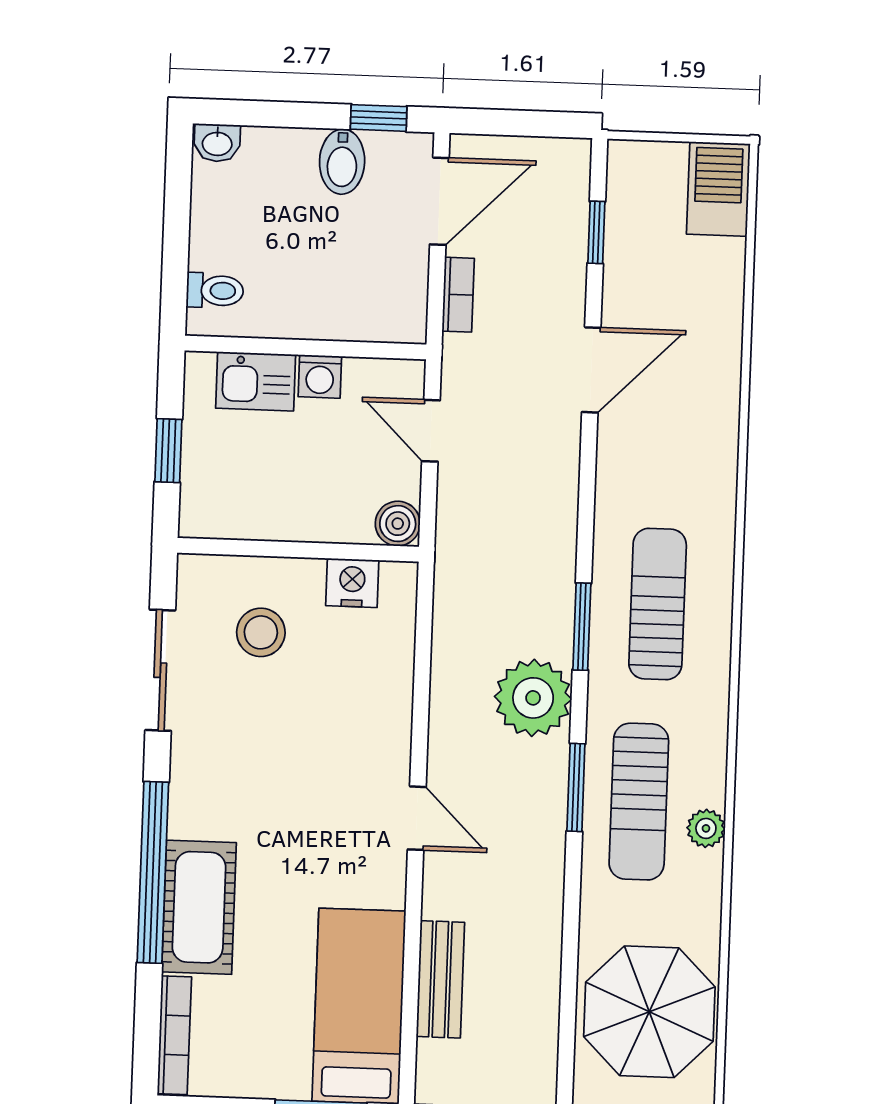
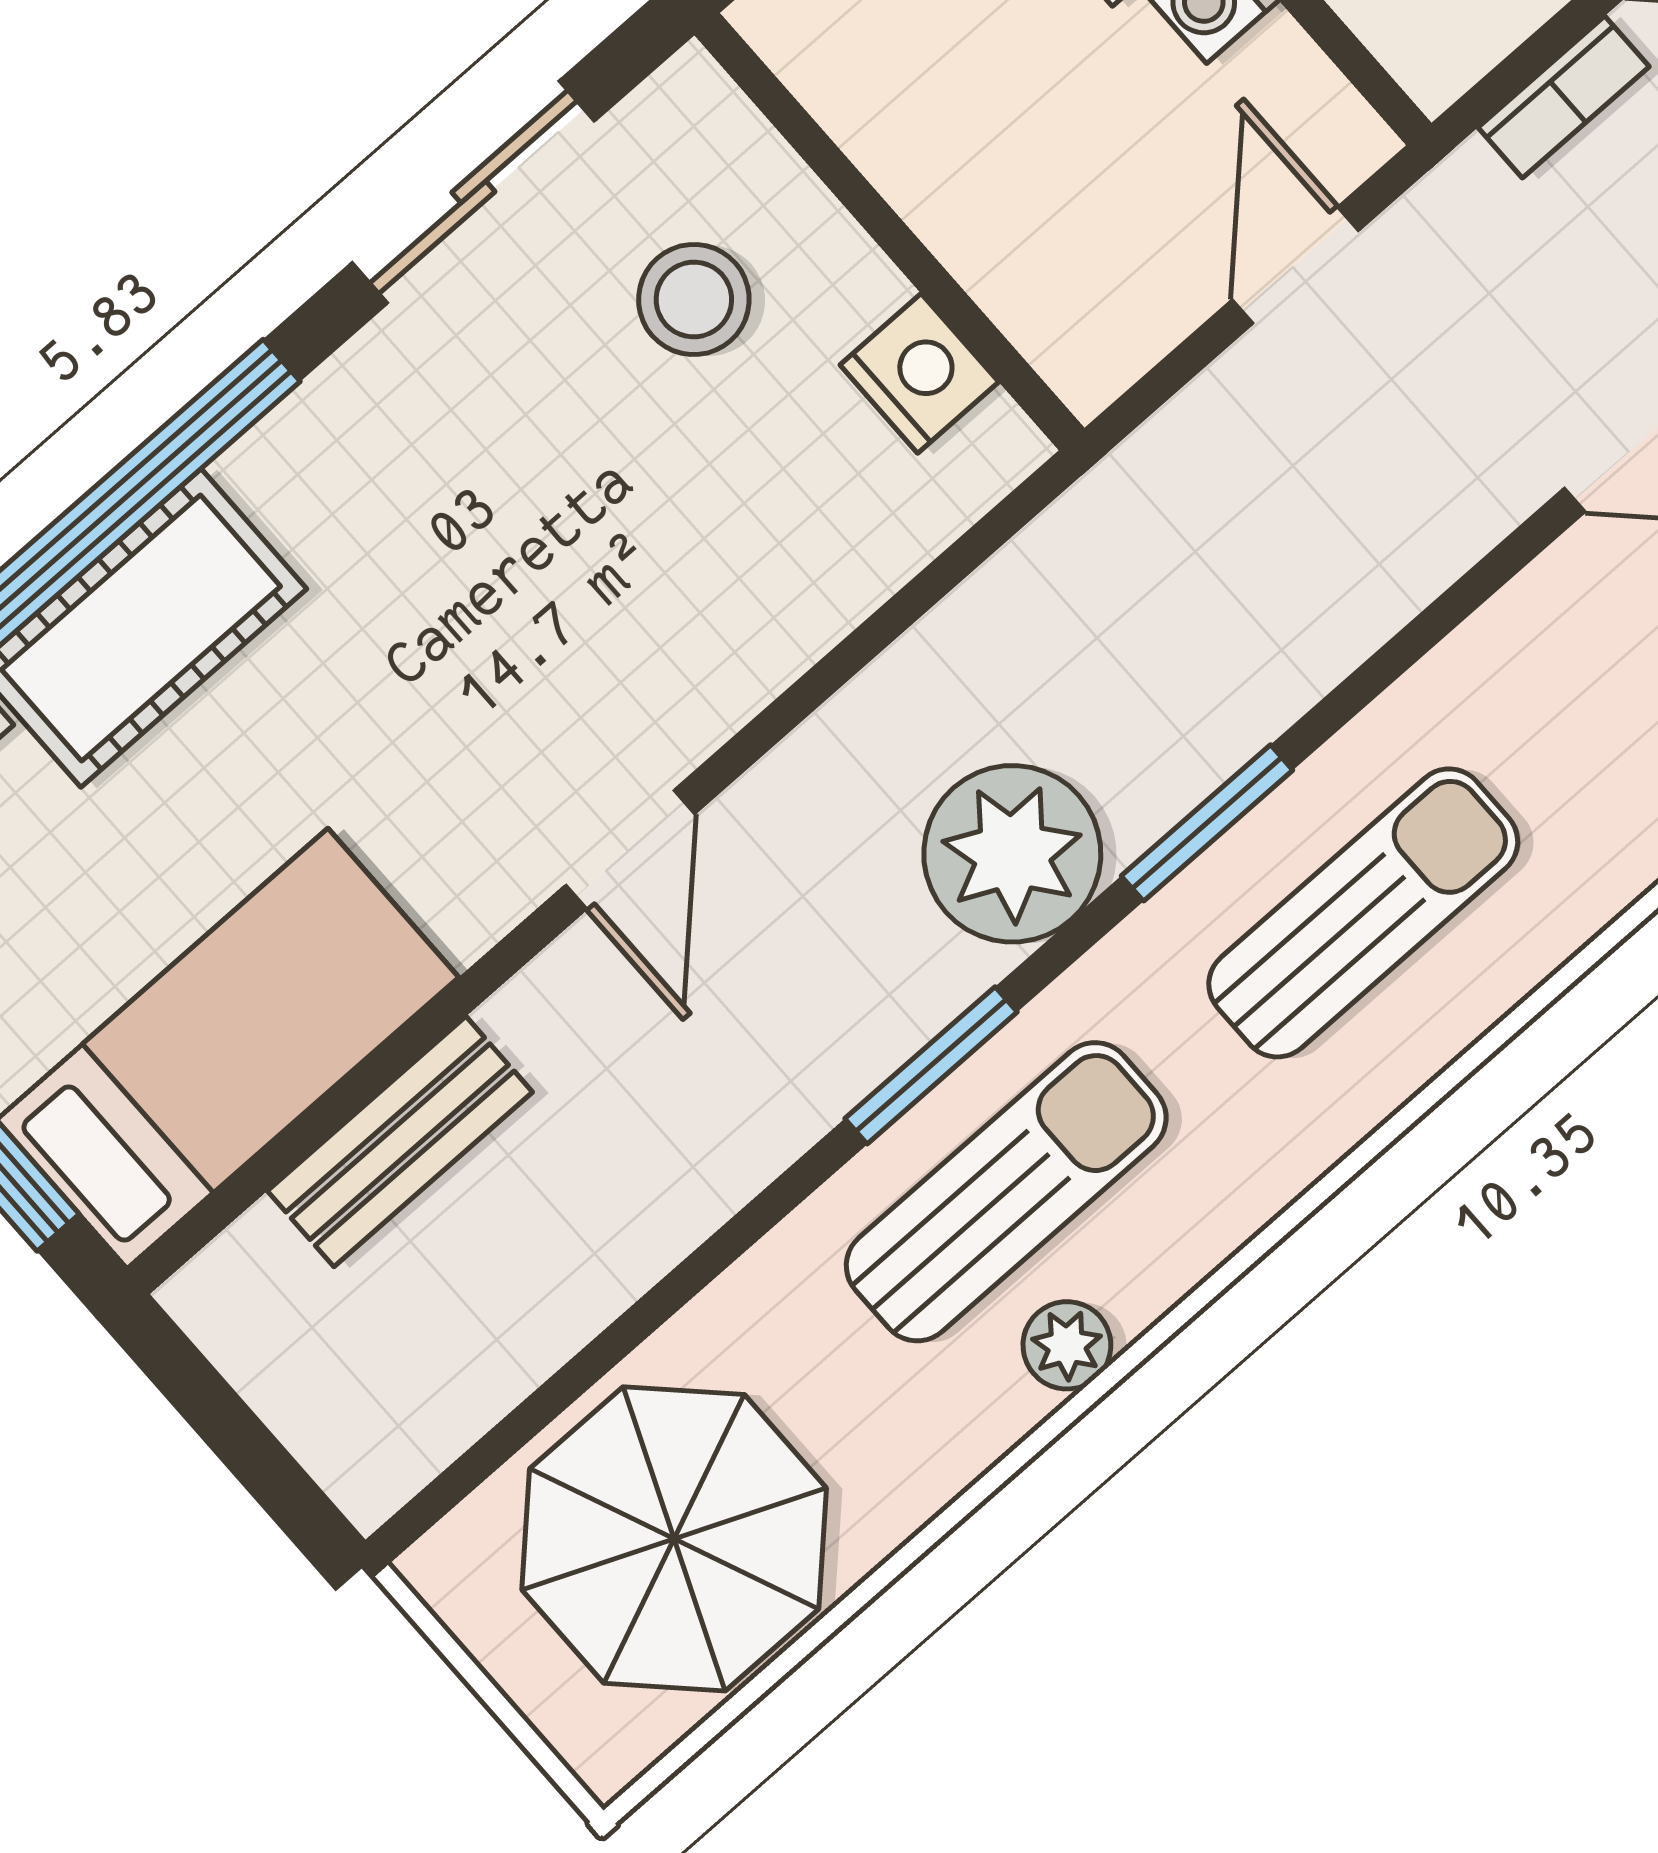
boiler: (398, 524) -> (1089, 356), removed
sun lounger: (639, 802) -> (1006, 1192), turned 180

